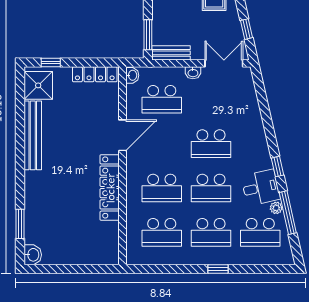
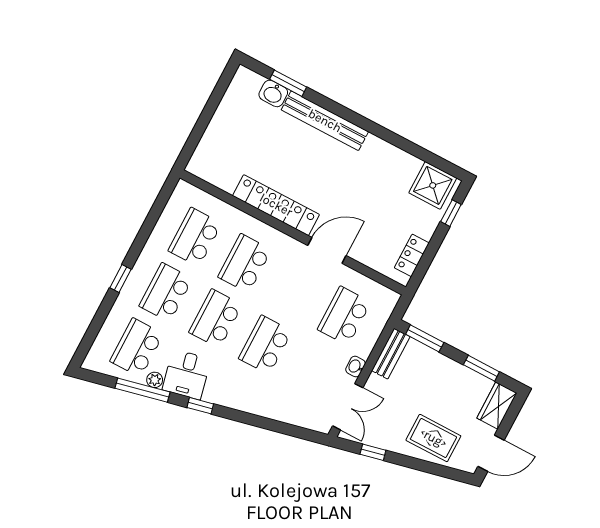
locker: (95, 74) -> (412, 255), width x0.66
washbasin: (132, 75) -> (389, 297), removed
bench: (33, 135) -> (325, 121), moved
door: (122, 135) -> (327, 250), swing flipped
washbasin: (33, 255) -> (273, 93), moved

